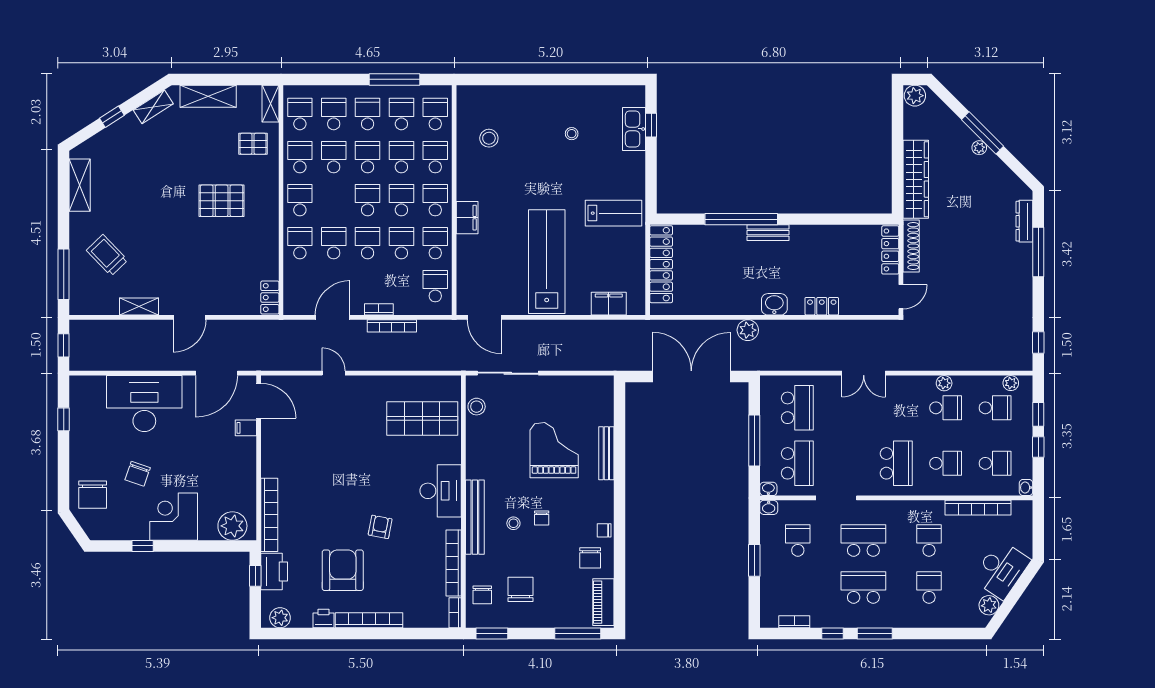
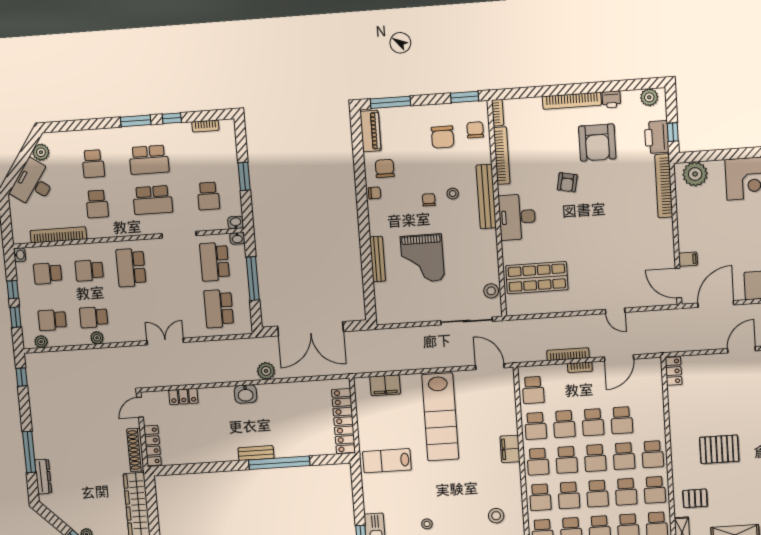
school desk: (300, 243) -> (624, 456), moved
locker: (822, 306) -> (183, 397), moved

